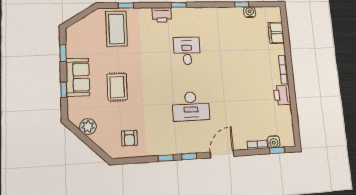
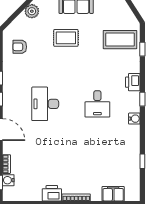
water cooler: (250, 12) -> (134, 119), moved
desk: (187, 51) -> (97, 104), turned 90

